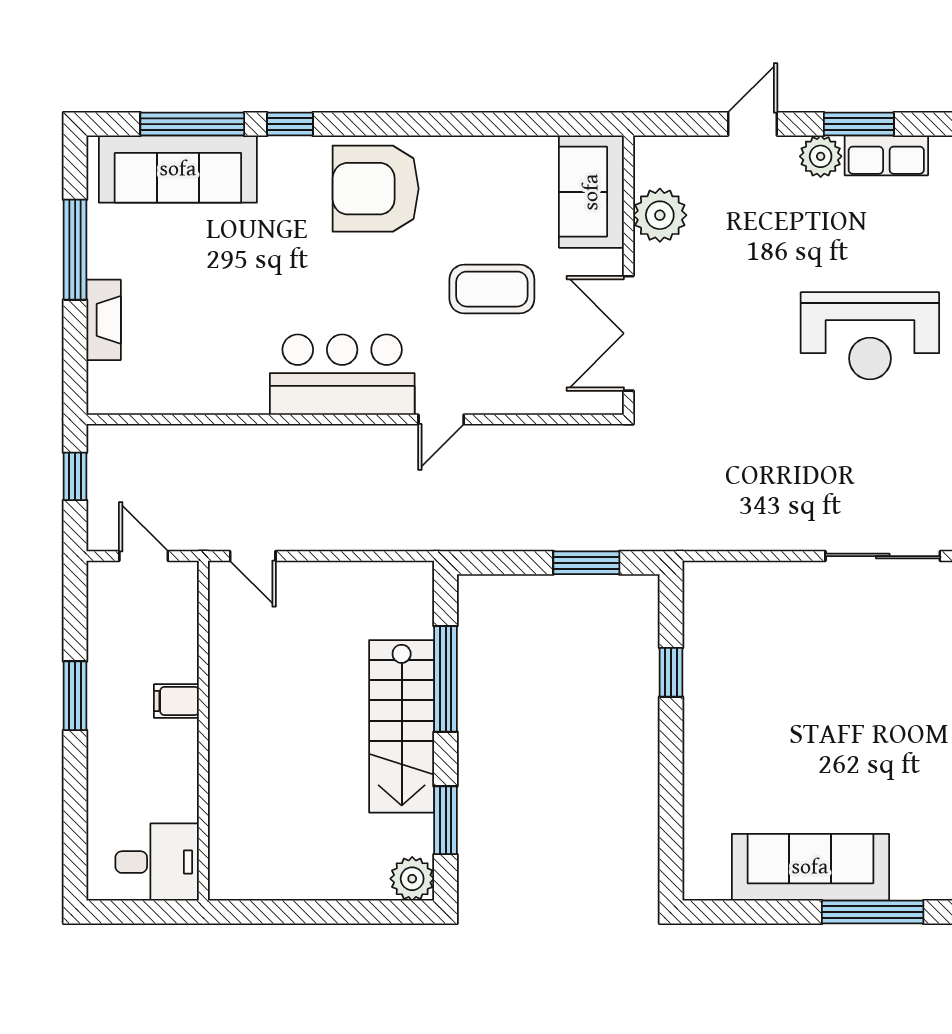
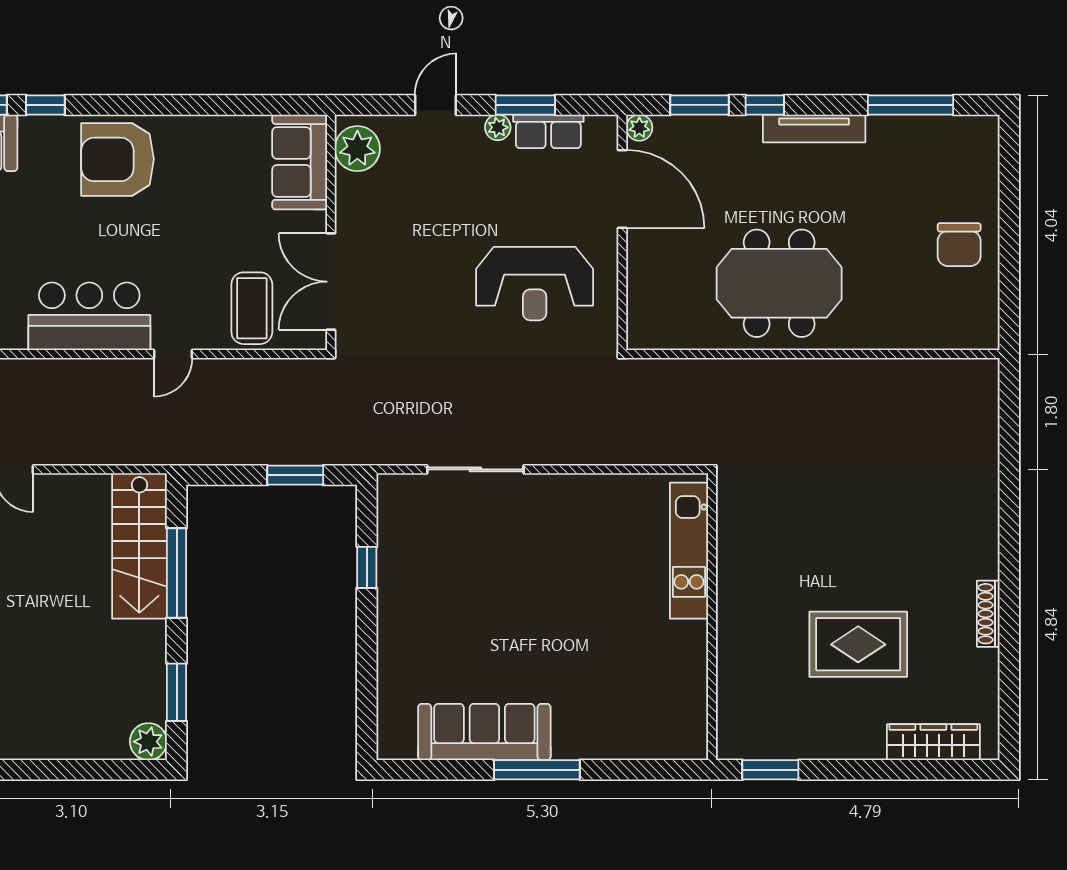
plant: (821, 156) -> (498, 127), width x0.73, depth x0.73
plant: (660, 215) -> (357, 149), moved
coffee table: (492, 289) -> (252, 308), moved, turned 90
sliding door: (883, 556) -> (475, 469), moved
stairs: (402, 726) -> (139, 546), moved

